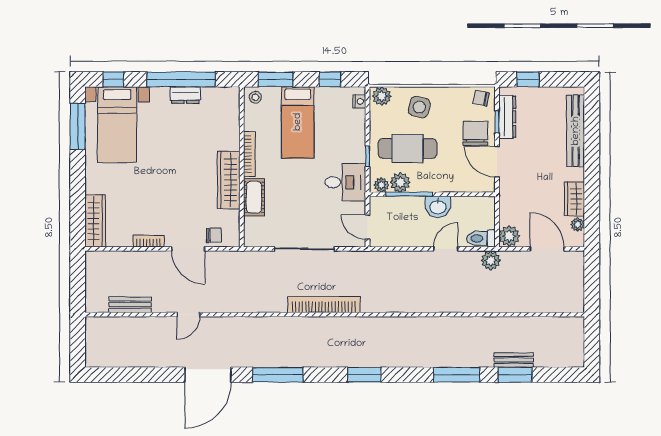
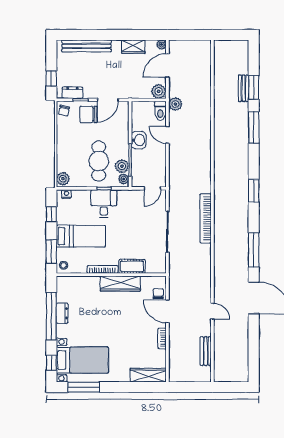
side table: (419, 107) -> (70, 153), removed
dresser: (507, 117) -> (72, 93), width x0.70
desk: (345, 182) -> (104, 204), moved
plant: (578, 224) -> (162, 45), moved
door: (188, 249) -> (167, 311), swing flipped

